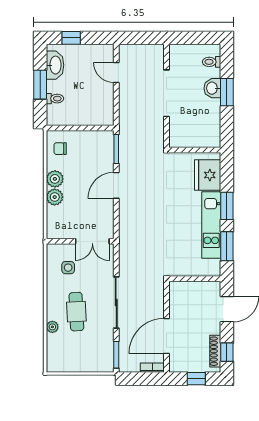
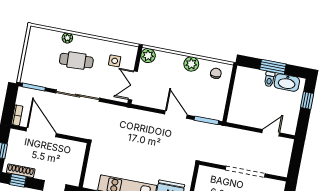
toilet: (55, 99) -> (269, 79), moved
plant: (55, 197) -> (148, 56), moved

